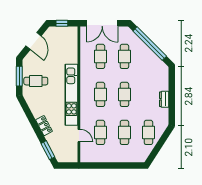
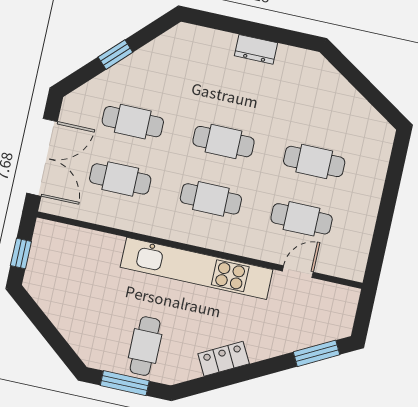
door: (34, 41) -> (48, 330), removed
window: (150, 44) -> (115, 55), width x0.32
locker: (44, 126) -> (224, 359), moved
cafe table: (148, 132) -> (327, 104), removed

